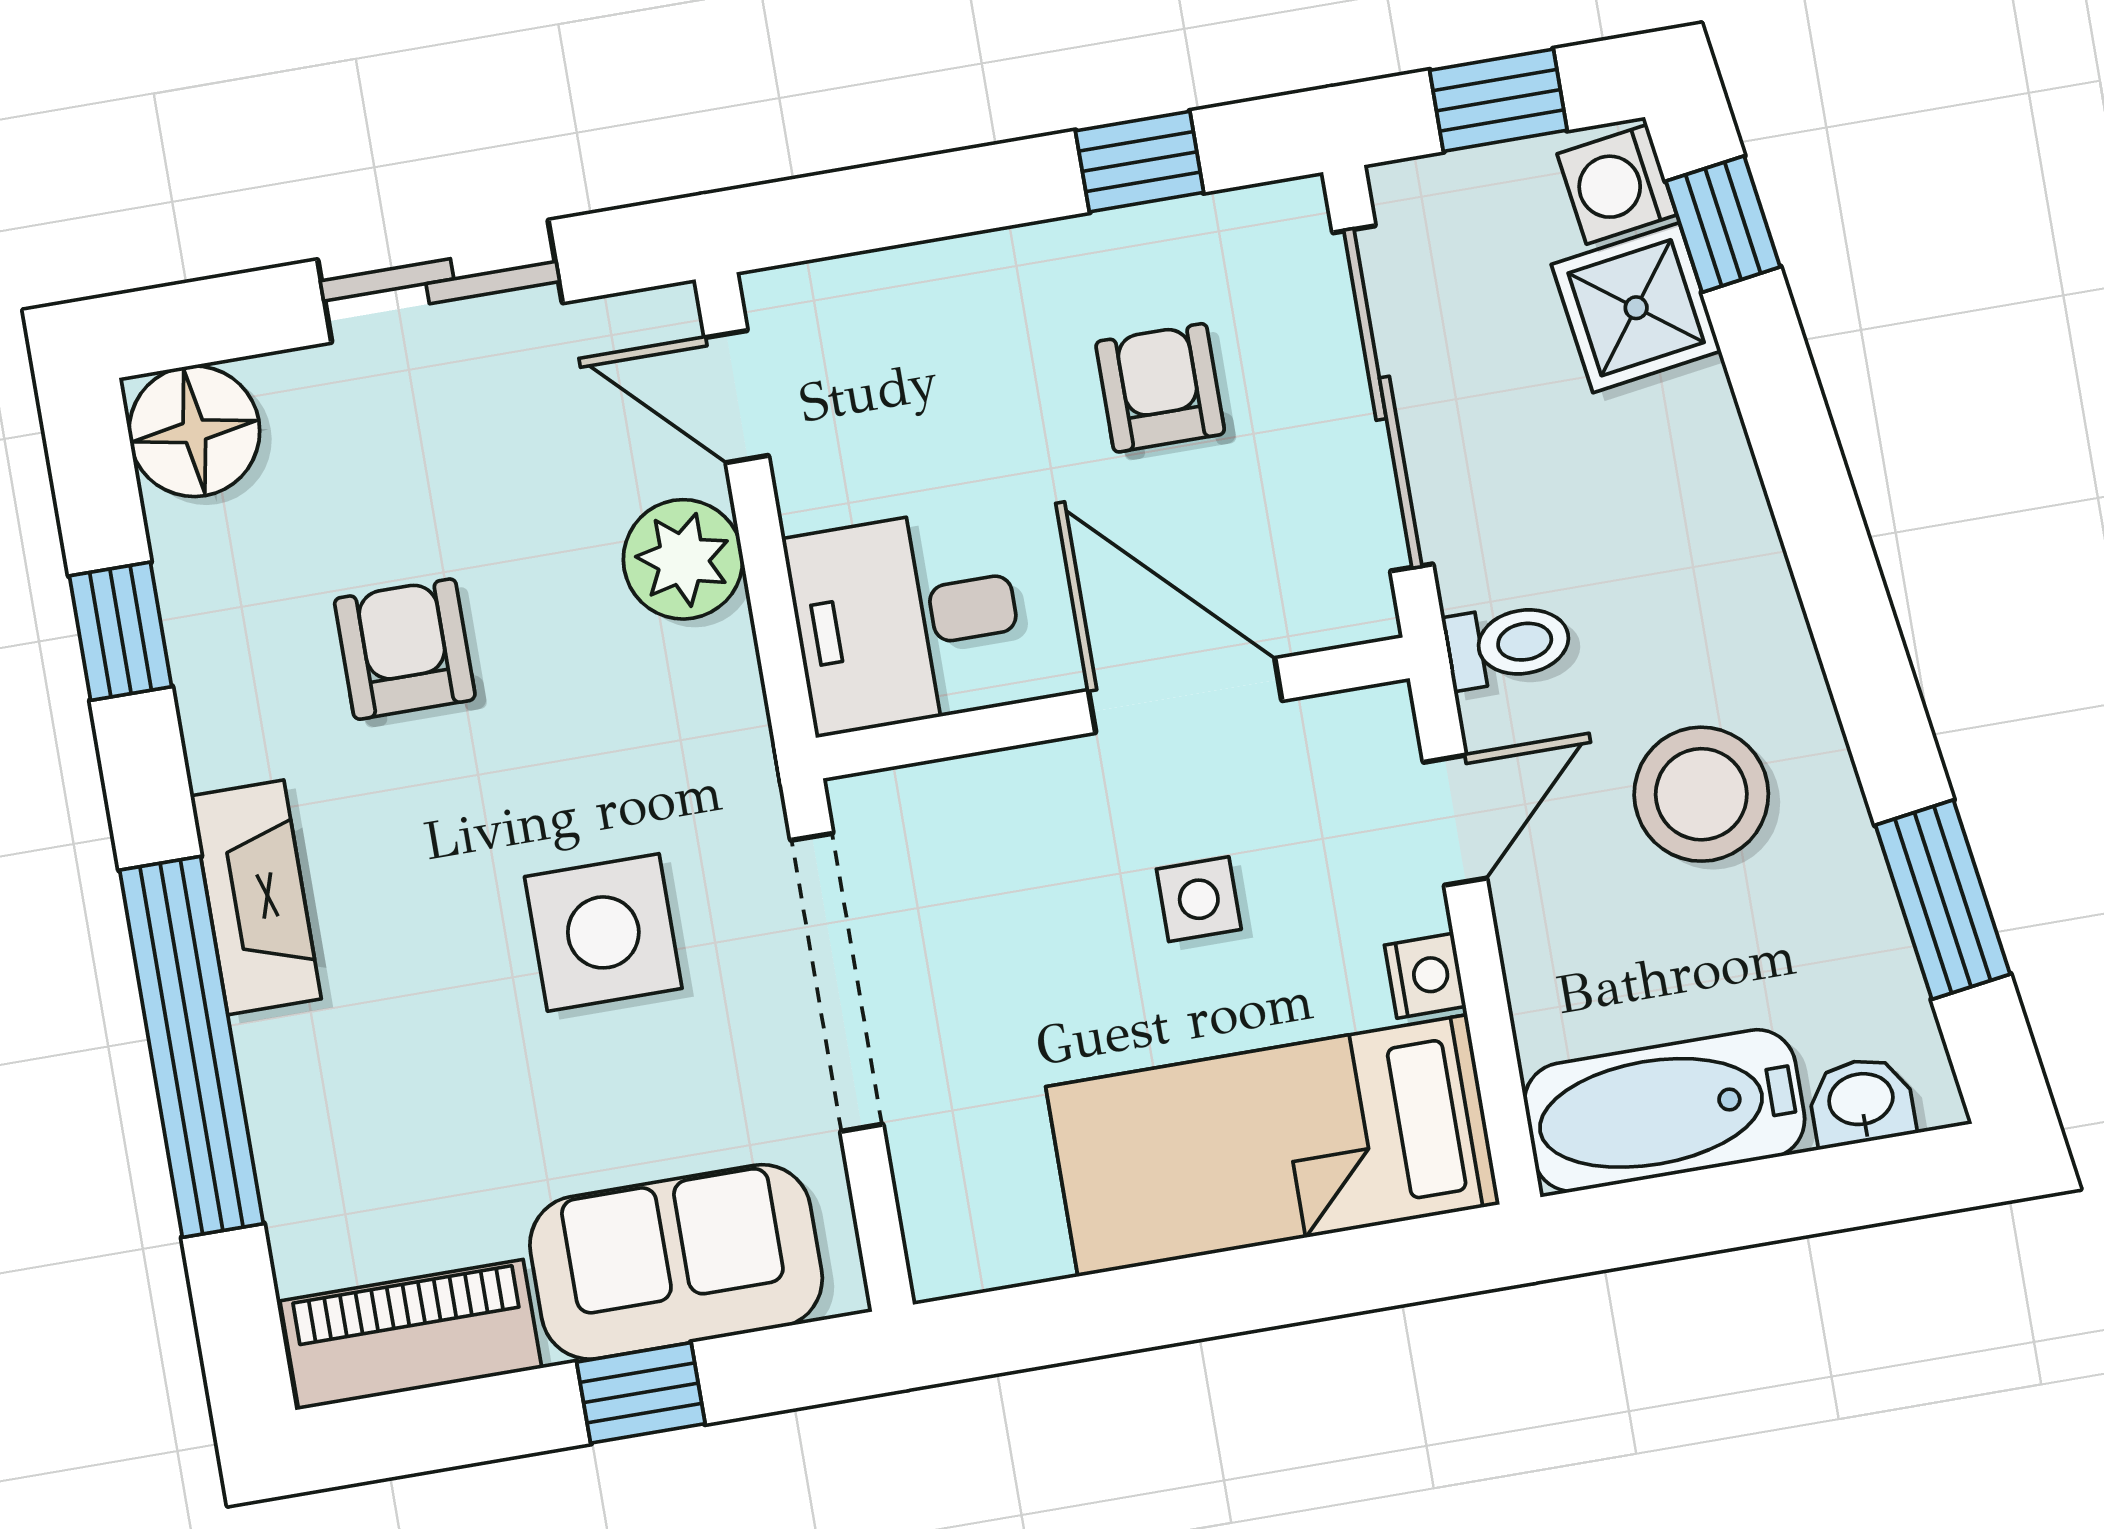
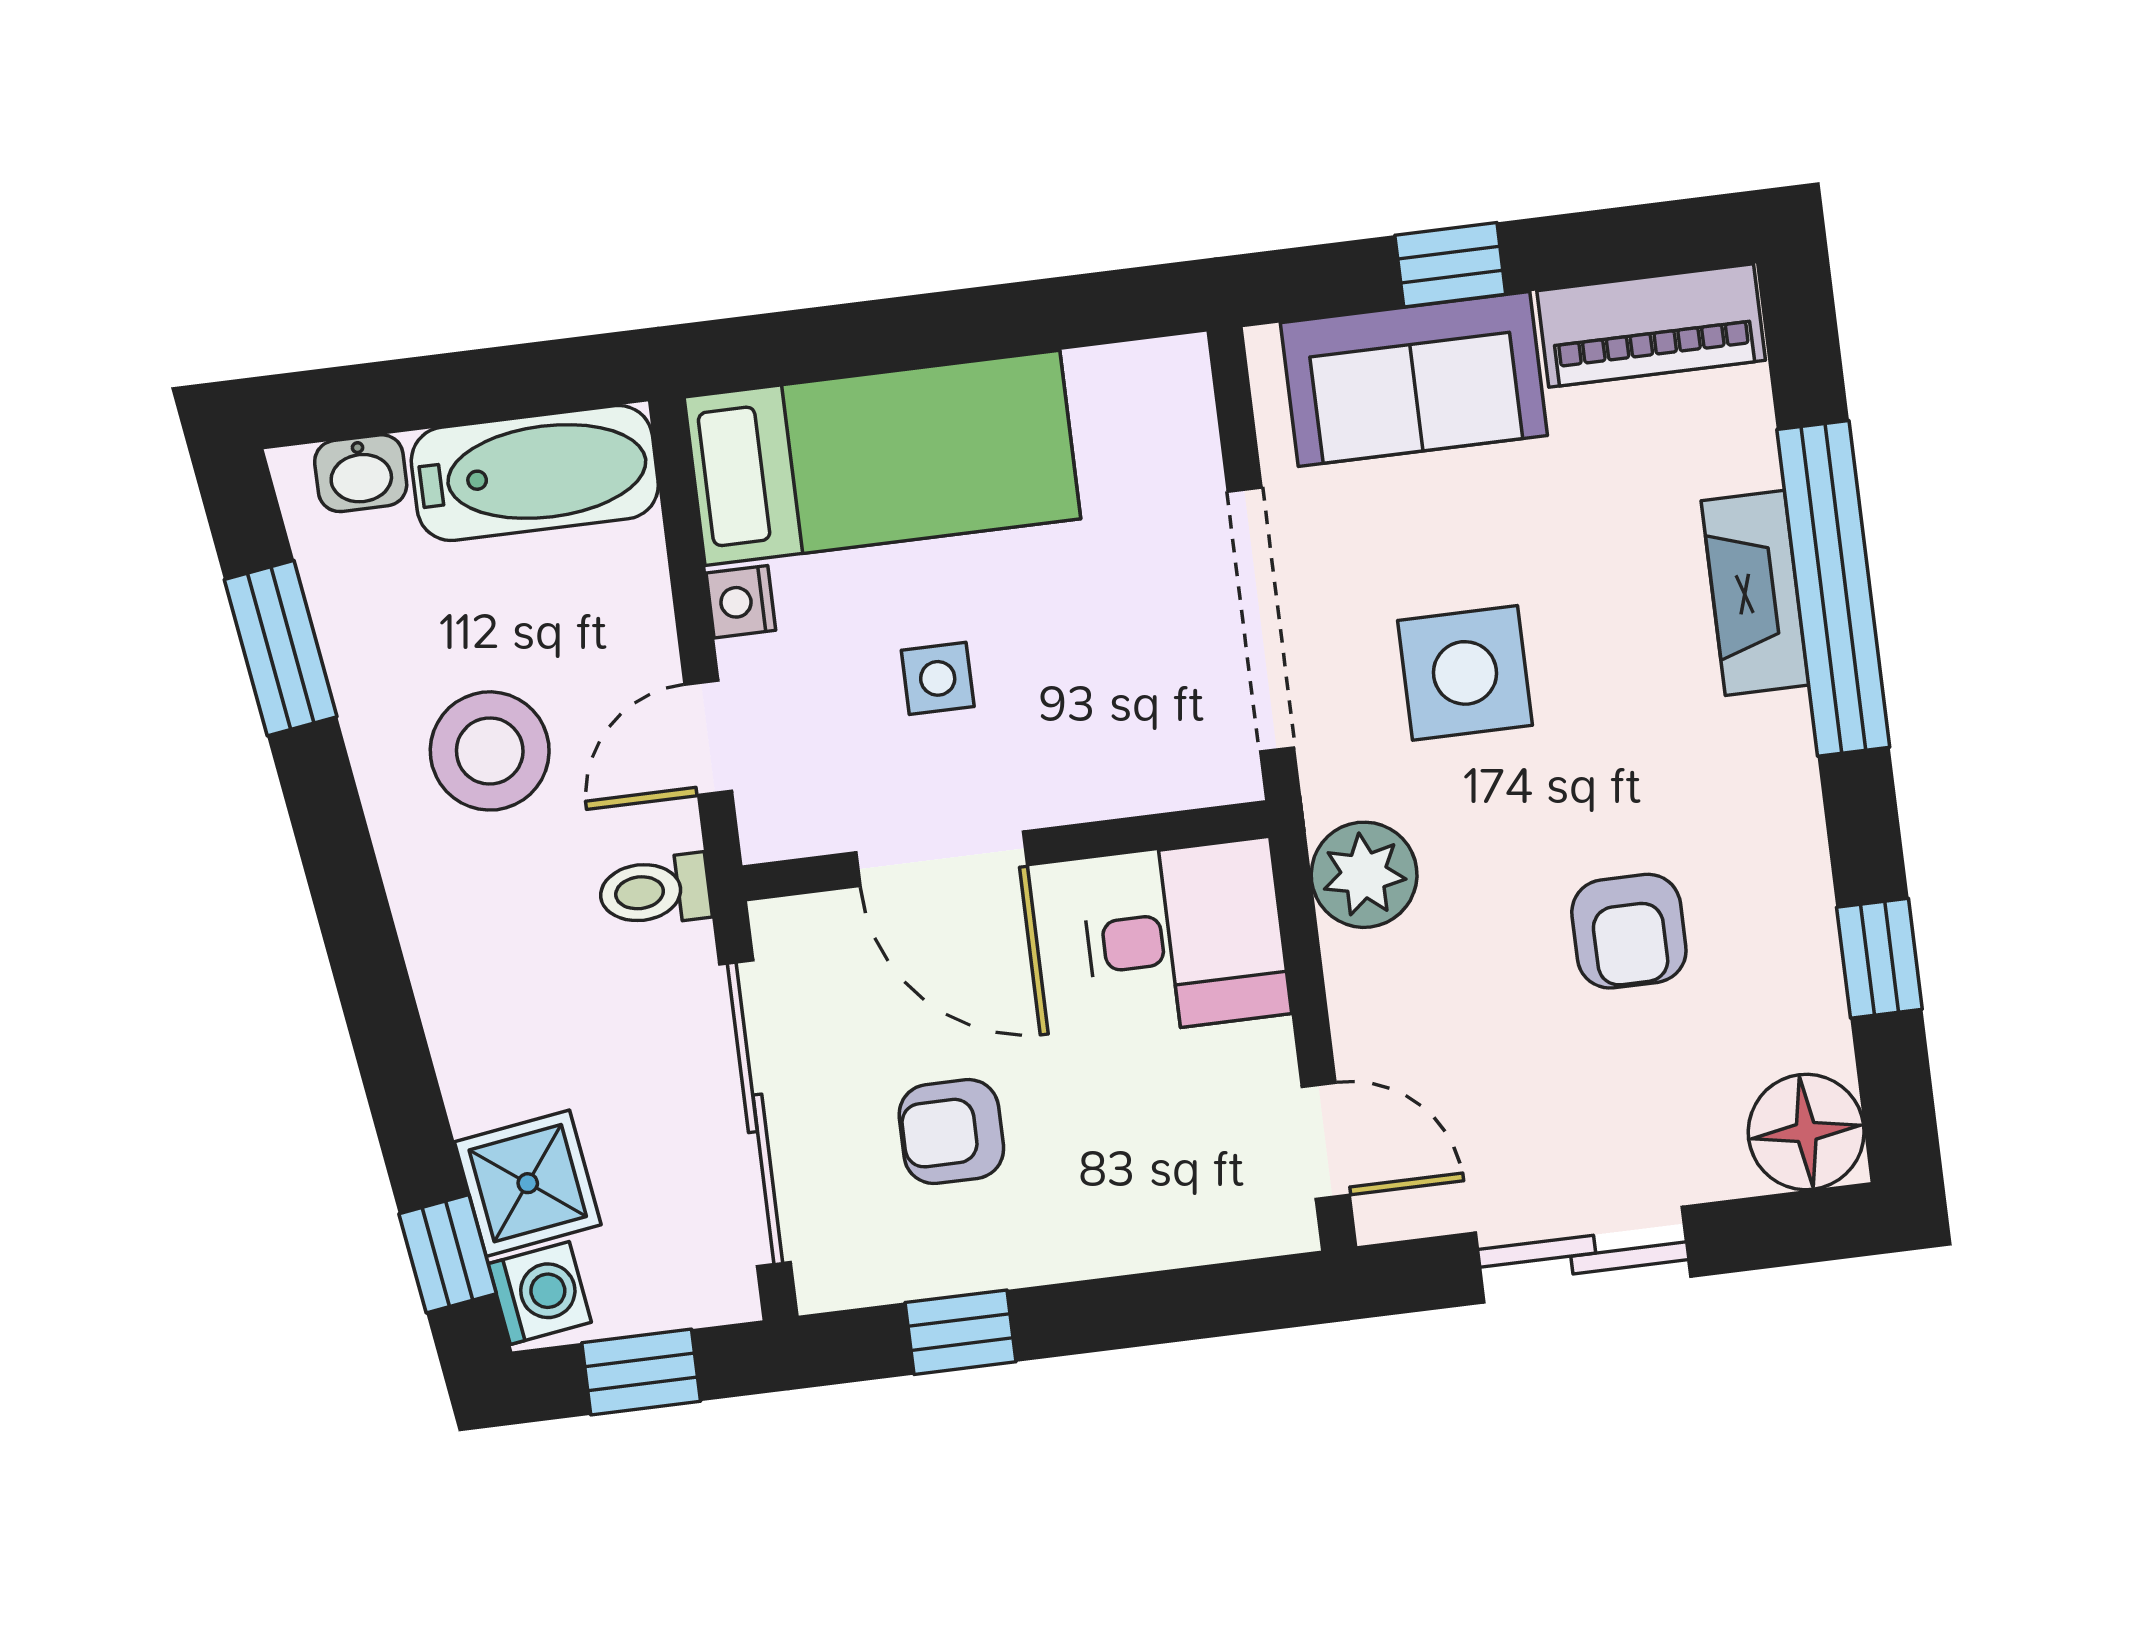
armchair: (1160, 388) -> (951, 1132), turned 90
plant: (683, 559) -> (1364, 875), moved
fireplace: (256, 897) -> (1755, 593), moved

